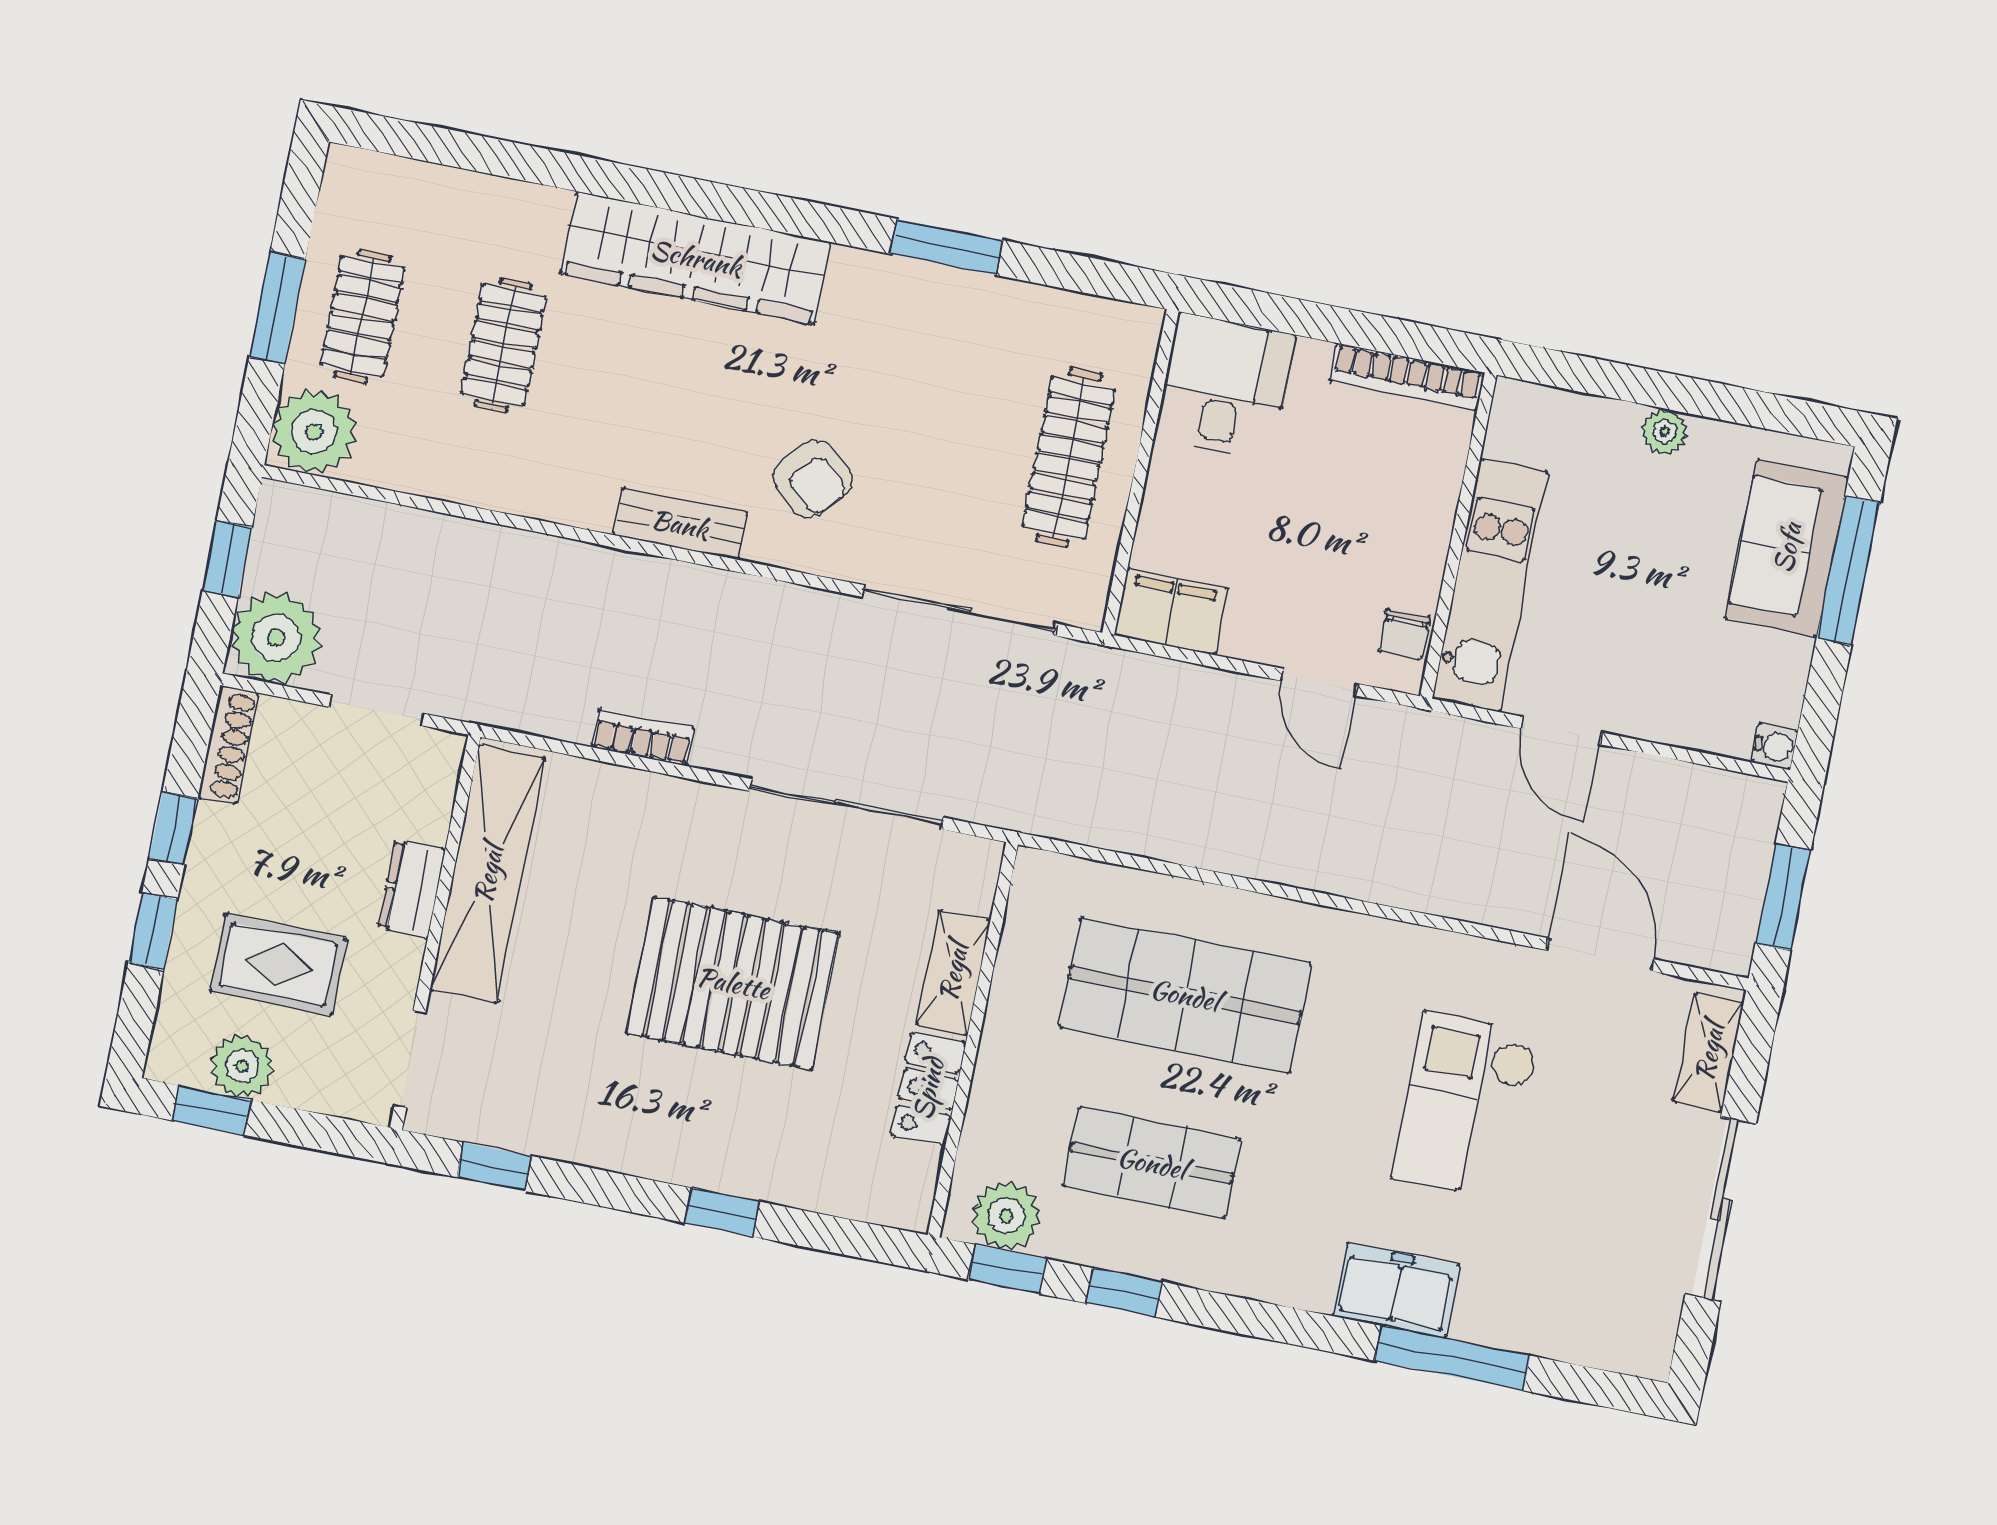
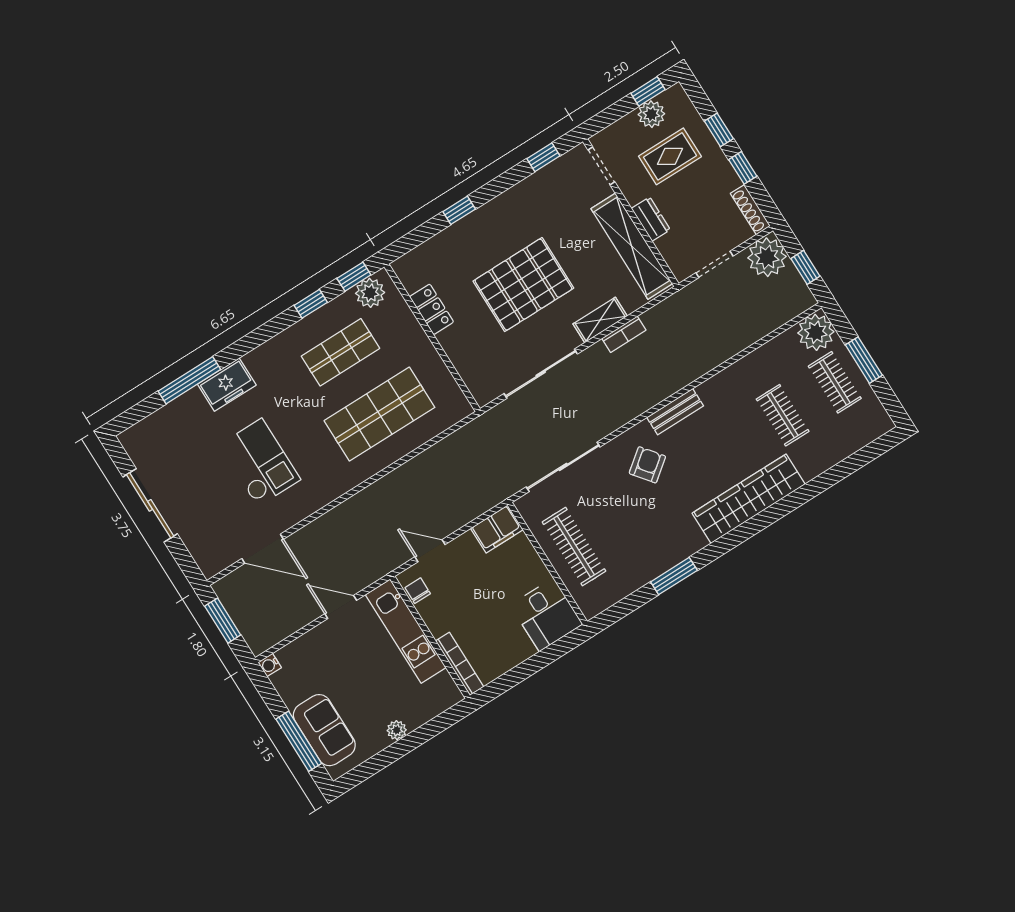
bookcase: (1407, 377) -> (460, 664), moved, turned 90
armchair: (813, 478) -> (647, 465), turned 100
shelving: (953, 972) -> (600, 320), moved, turned 90
shelving: (1709, 1052) -> (200, 551), removed

